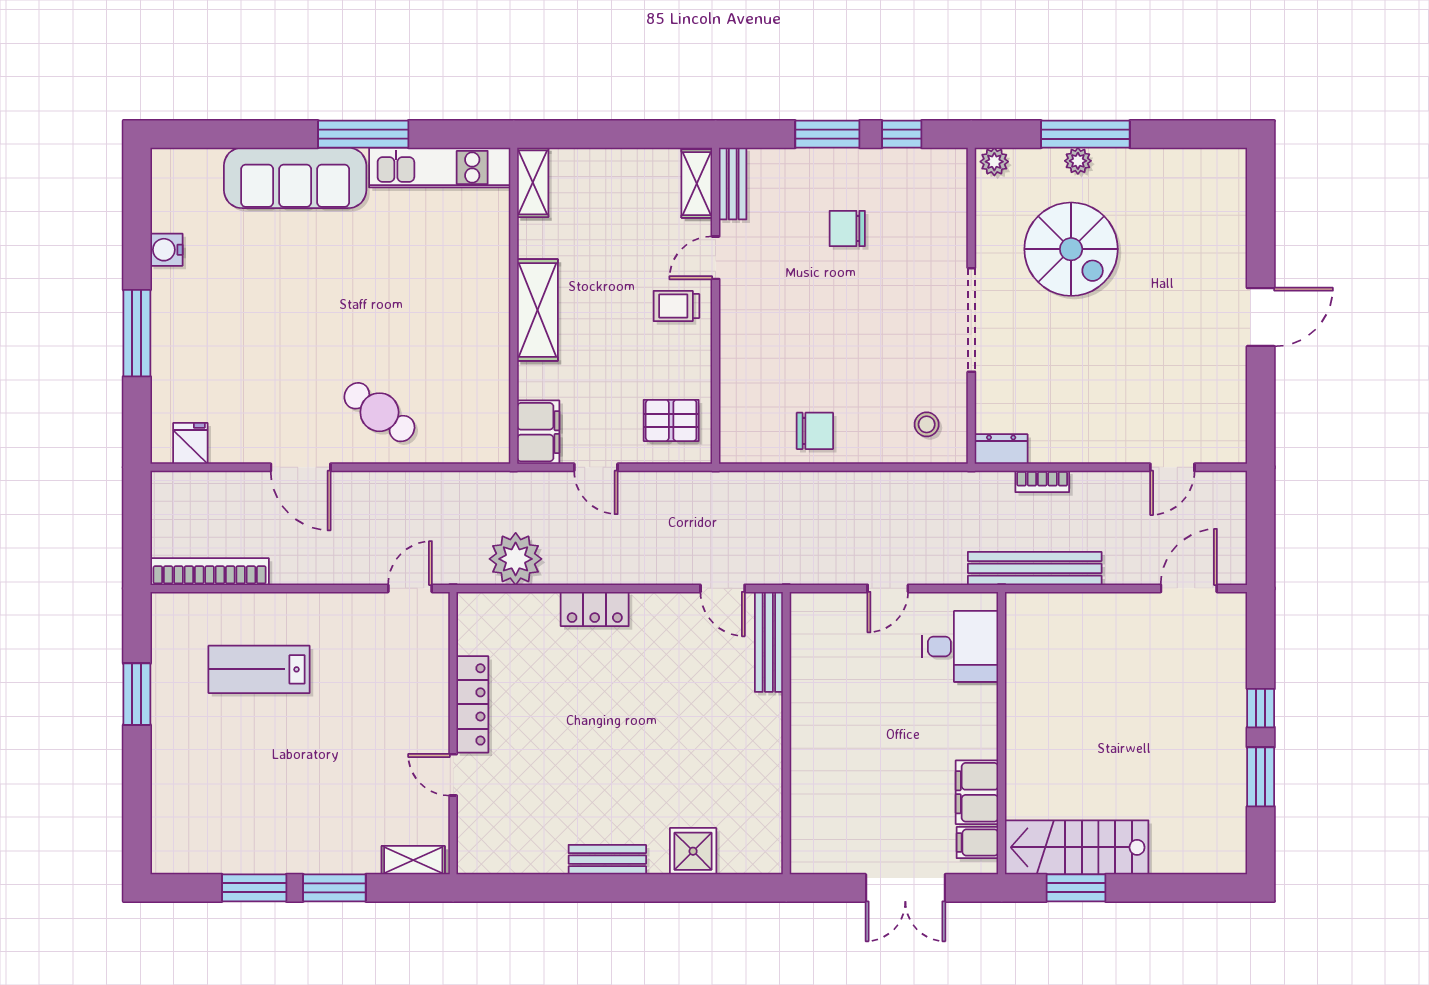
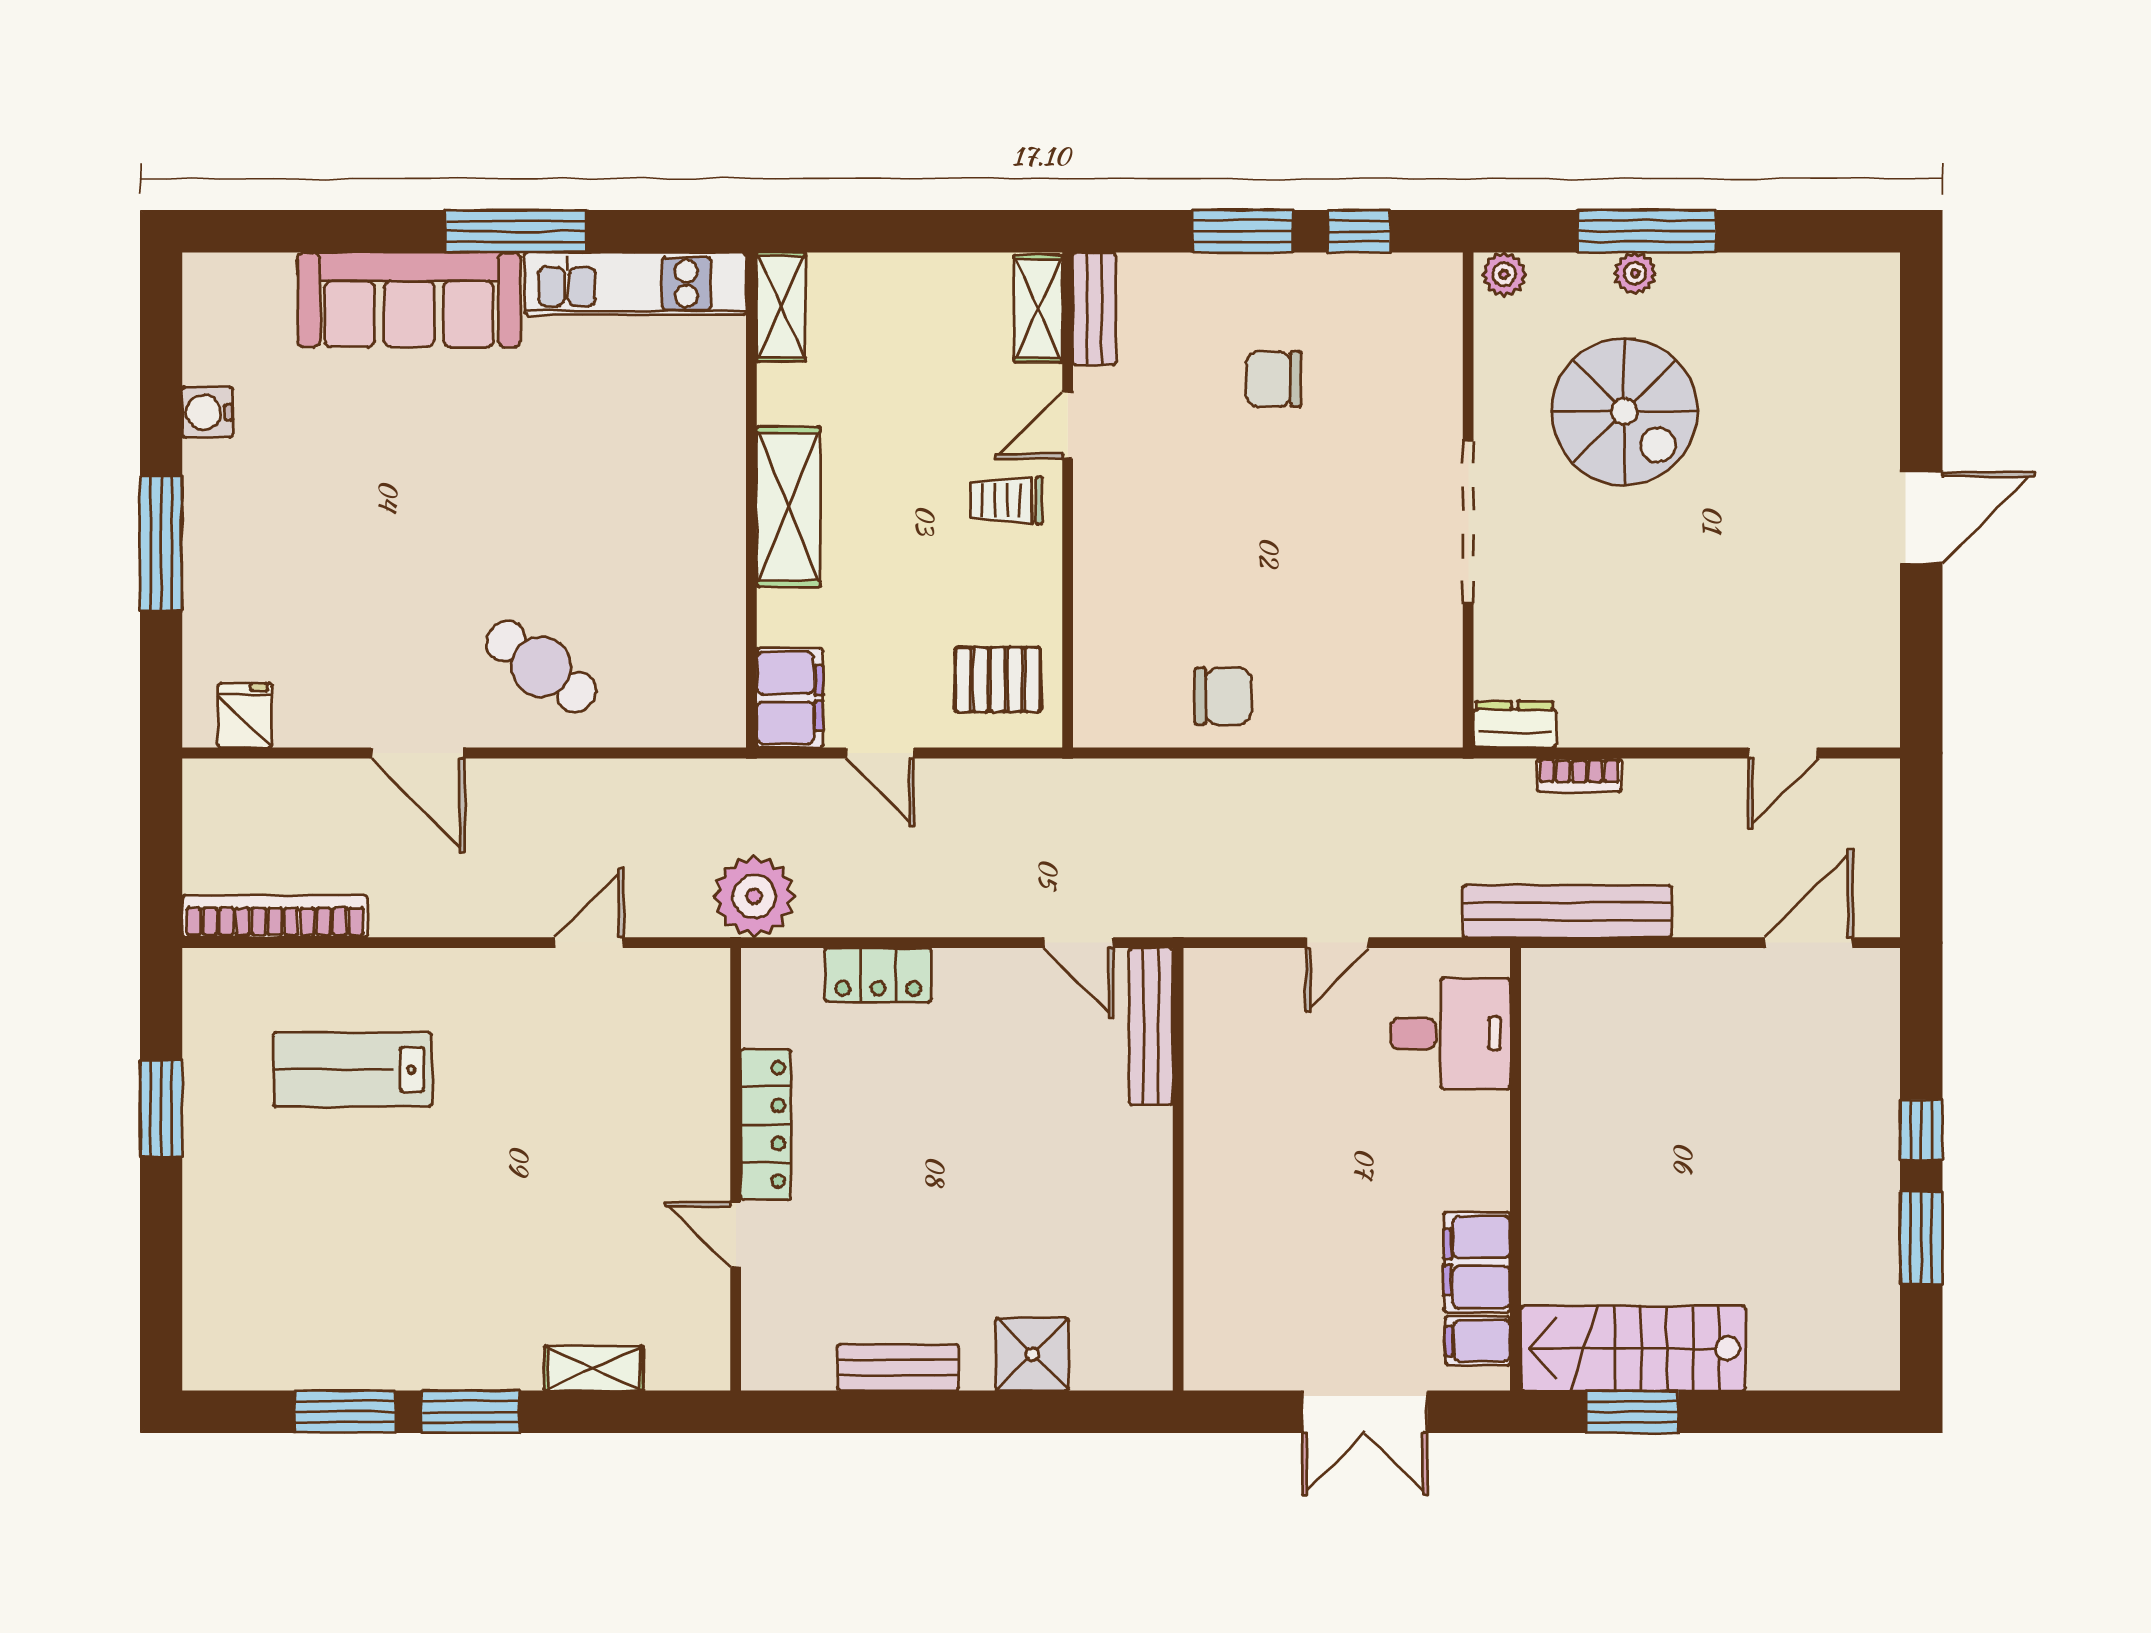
stool: (927, 424) -> (1398, 686), removed
locker: (472, 704) -> (766, 1124), moved
wall: (453, 733) -> (736, 1169), moved
door: (453, 775) -> (736, 1235), moved

